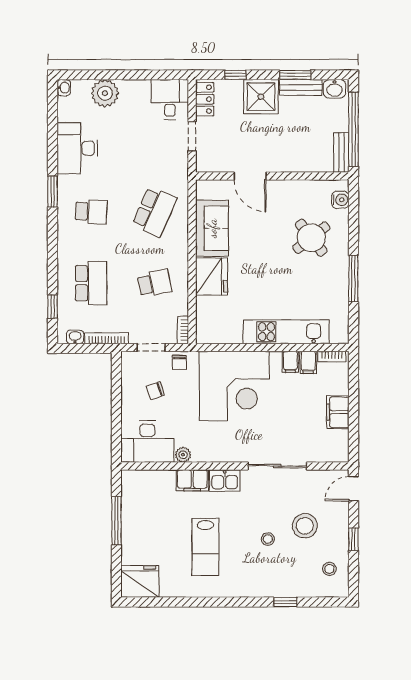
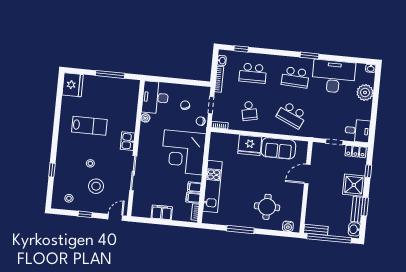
desk: (77, 148) -> (334, 76), width x1.36, depth x1.30
school desk: (91, 212) -> (295, 77), width x1.85
round table: (311, 238) -> (267, 207), turned 38
filing cabinet: (192, 480) -> (130, 122), removed
door: (354, 489) -> (115, 217), hinge flipped
lab bench: (205, 547) -> (89, 126), turned 180

